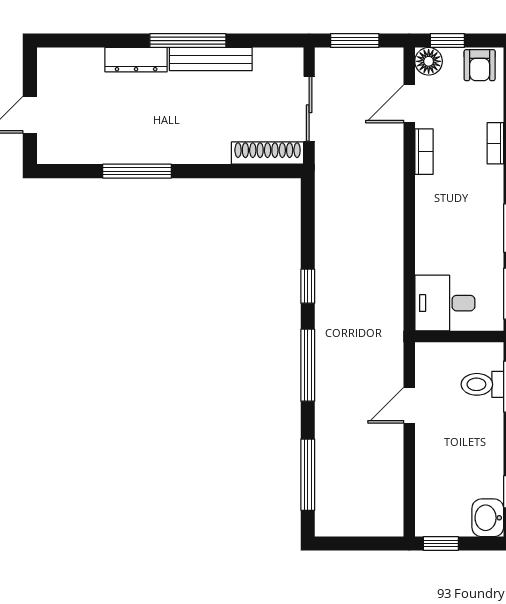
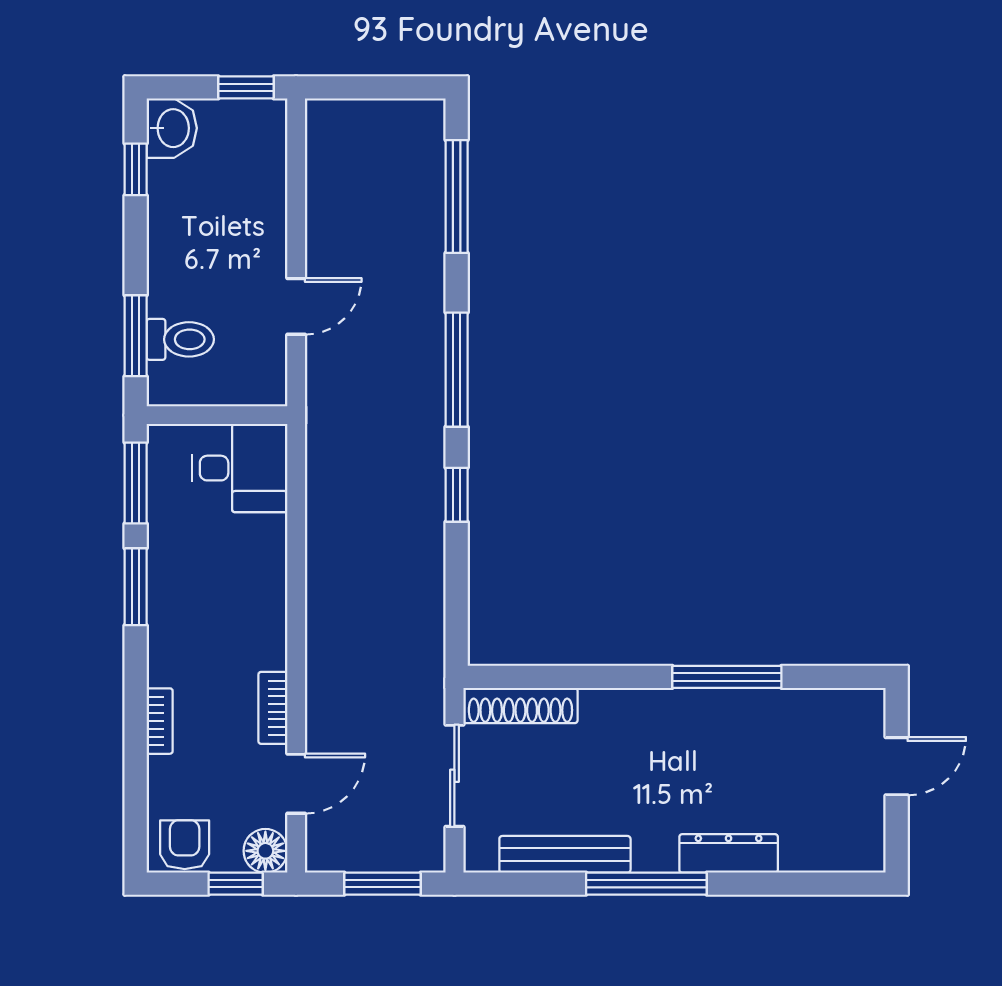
bench: (211, 59) -> (565, 854), moved

